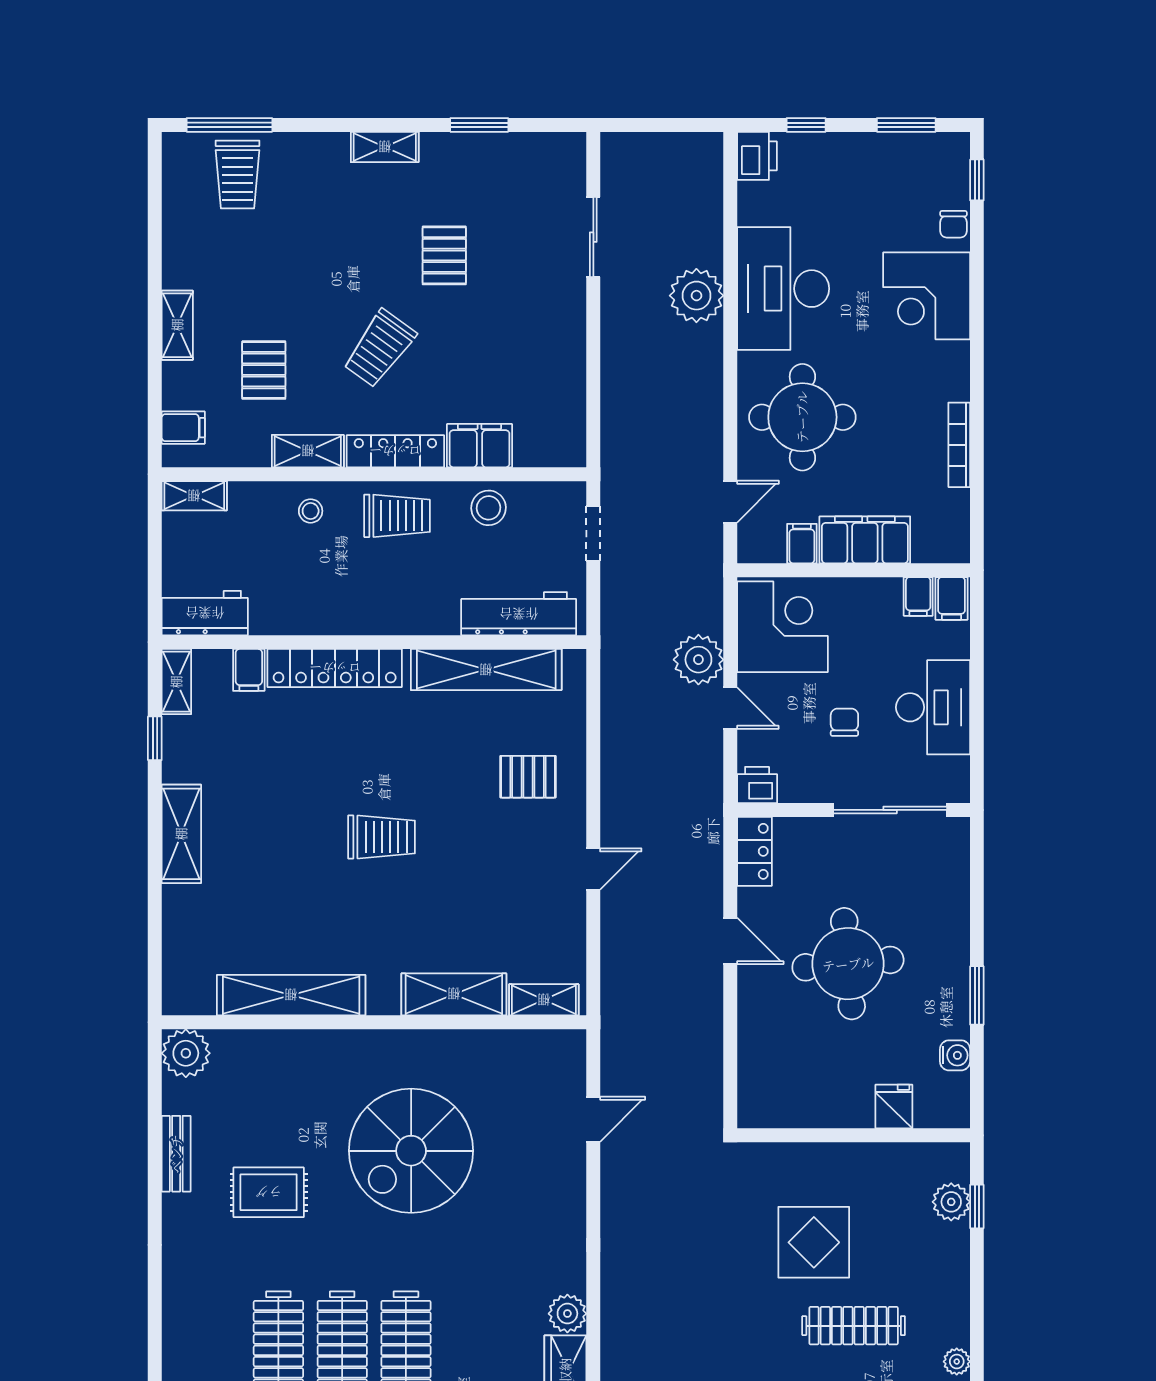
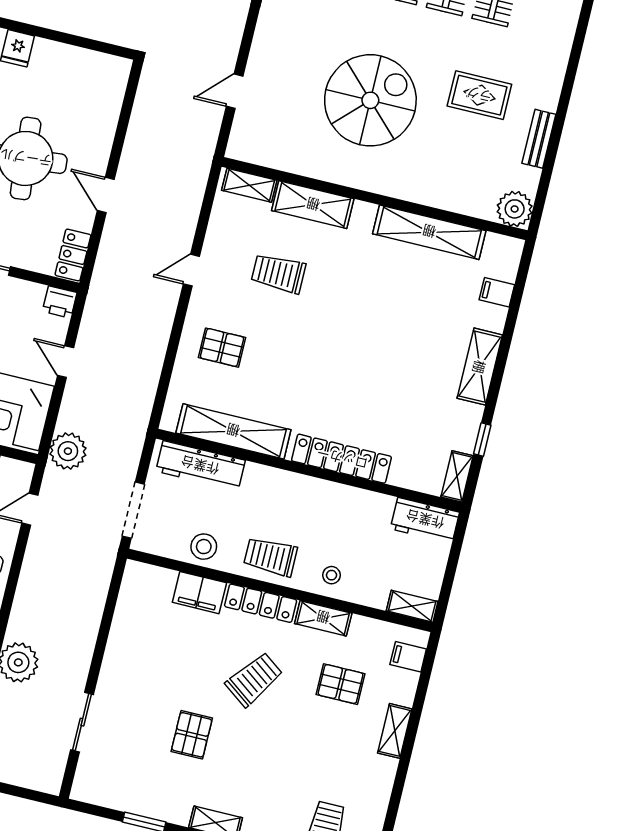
pallet: (264, 370) -> (341, 684), turned 90
doorway: (593, 533) -> (133, 510), width x1.38
plant: (698, 660) -> (68, 451), moved
filing cabinet: (249, 670) -> (497, 292), moved, turned -90
trolley: (381, 837) -> (278, 273), moved

